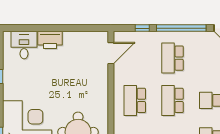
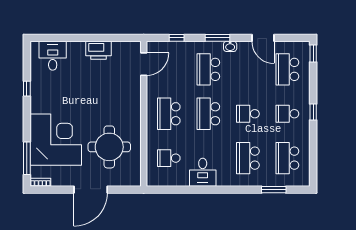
window: (181, 28) -> (217, 38), width x0.47
washbasin: (193, 36) -> (230, 46), added
printer: (50, 40) -> (99, 50), moved

